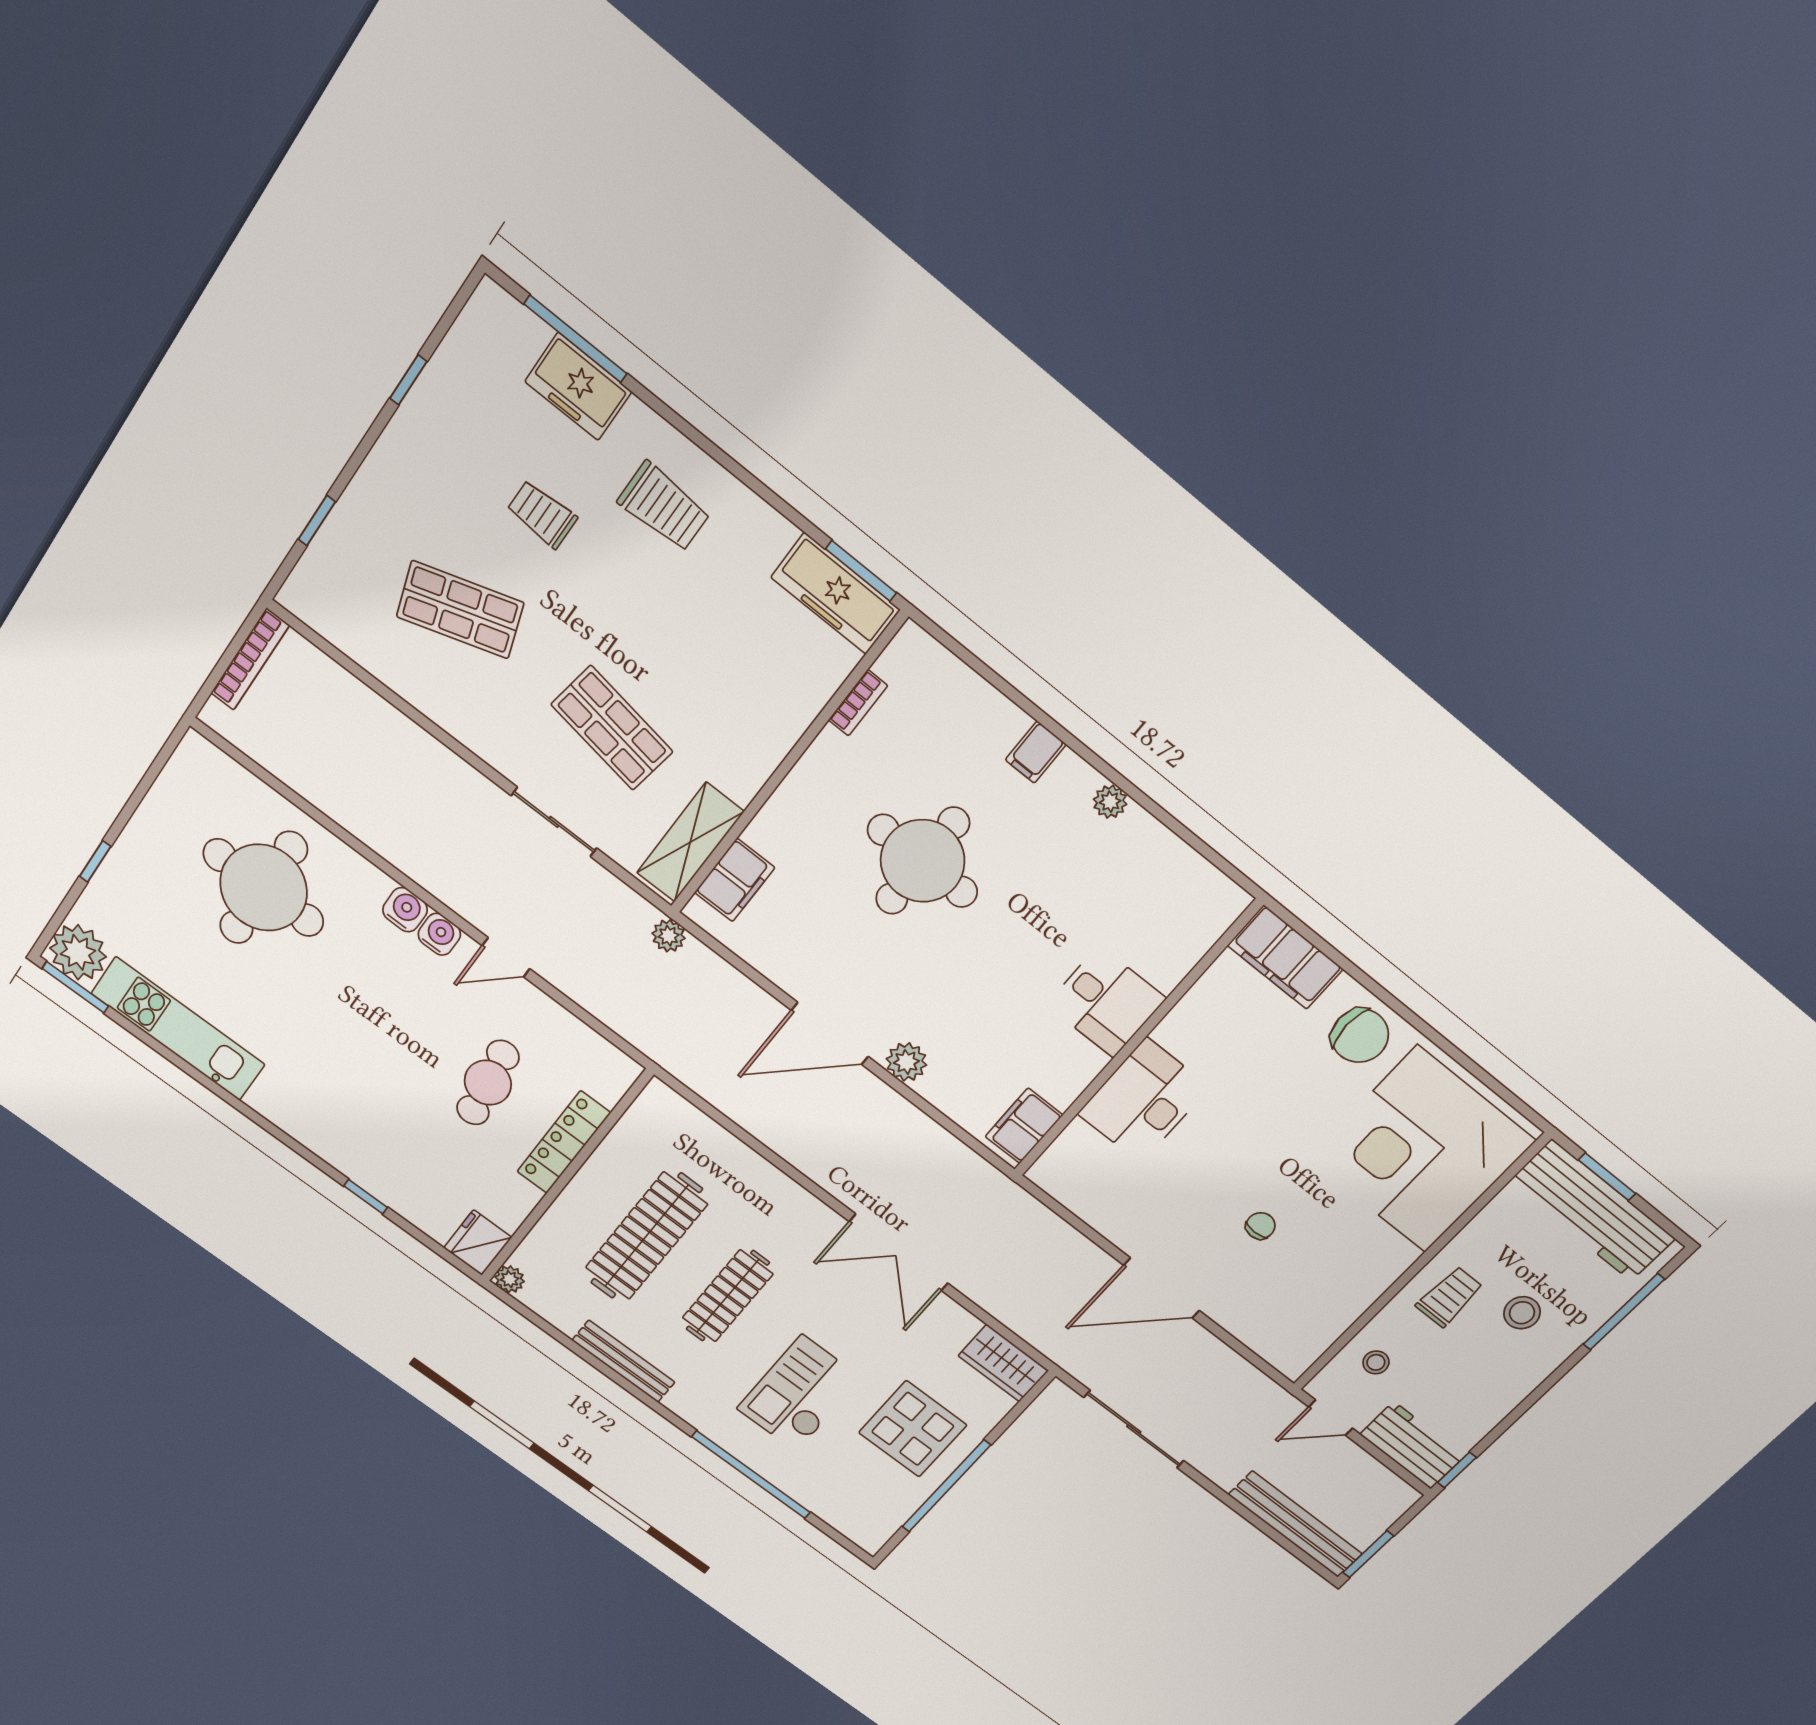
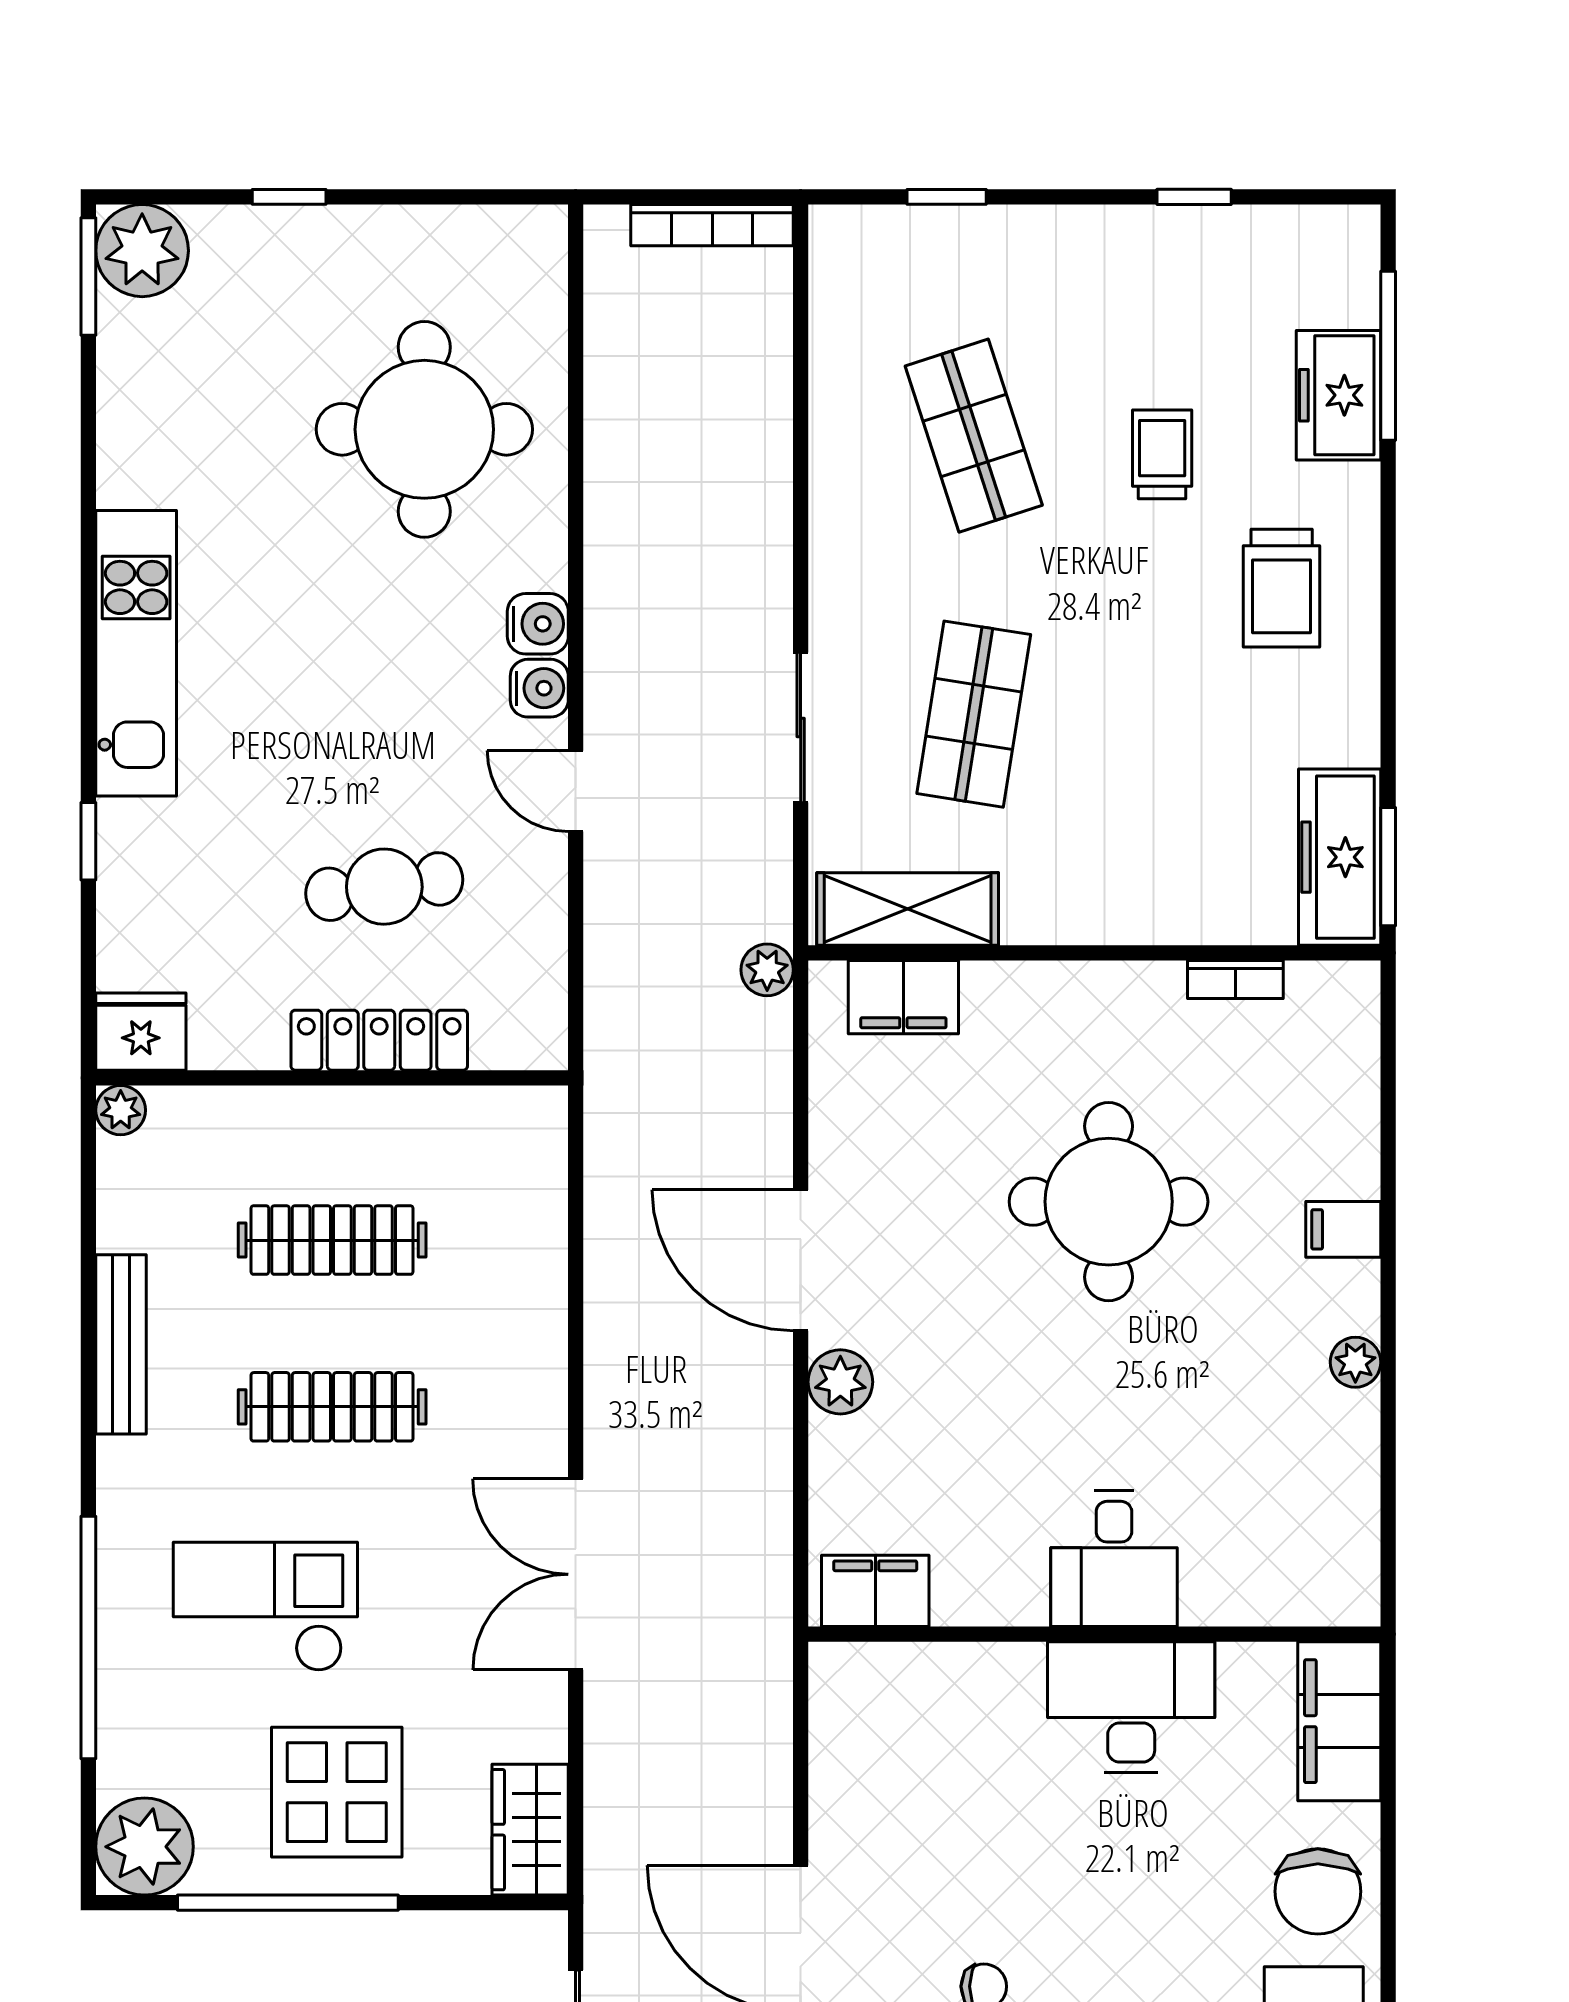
kitchen unit: (178, 1029) -> (136, 653), moved
desk: (1143, 1101) -> (1131, 1707), moved
clothes rail: (646, 1236) -> (332, 1240), width x0.73, depth x0.76
plant: (868, 1523) -> (145, 1847), added

